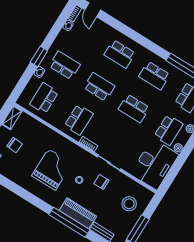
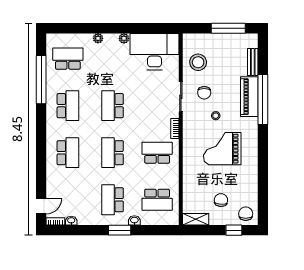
school desk: (134, 108) -> (113, 106), turned 180
school desk: (169, 130) -> (113, 59), removed
stool: (129, 204) -> (198, 62), moved

